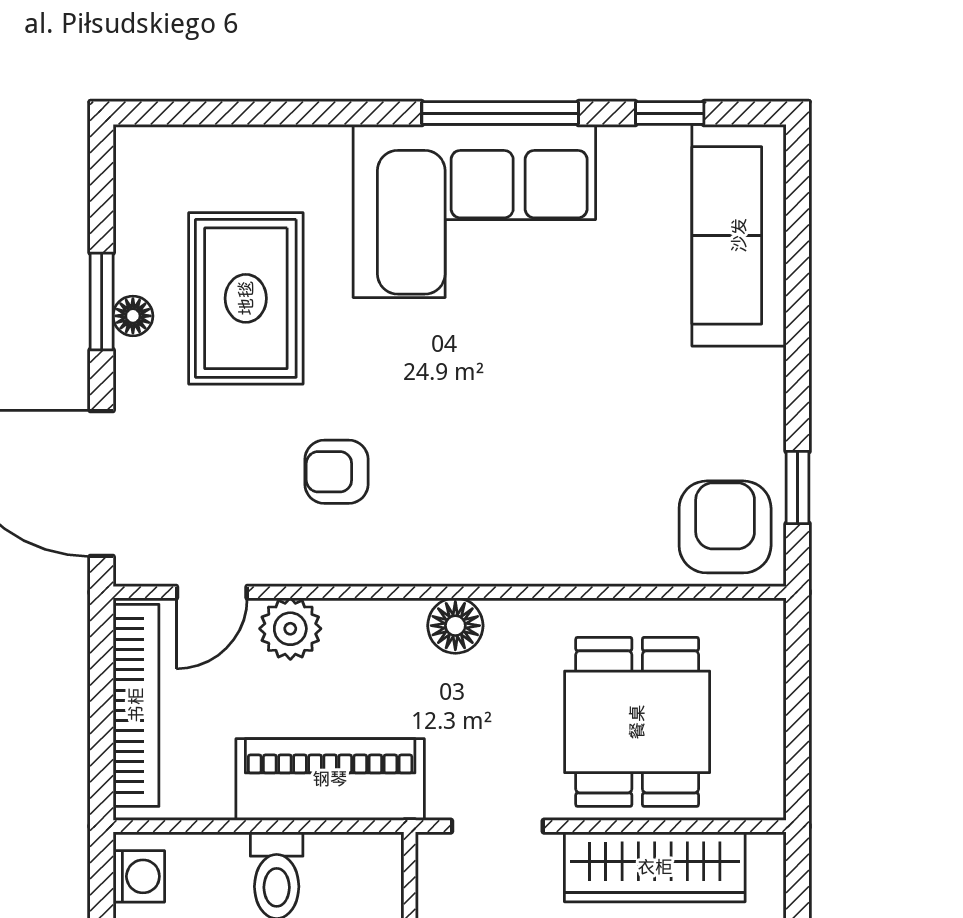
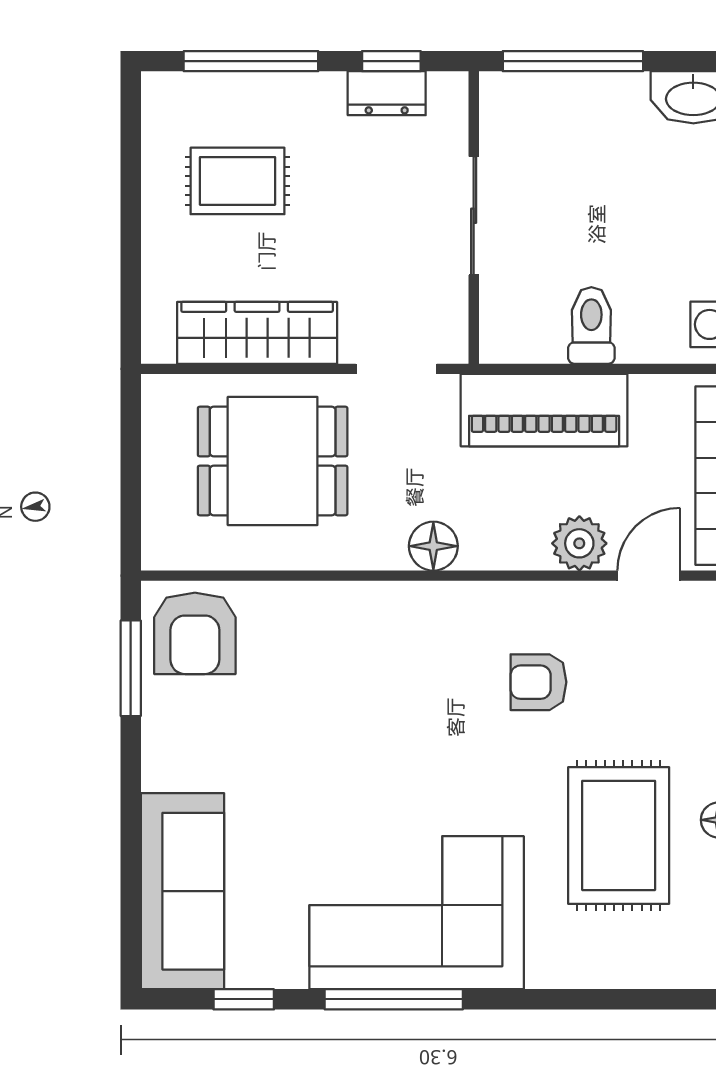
armchair: (337, 472) -> (538, 682), turned 180
window: (798, 487) -> (131, 668), width x1.50
dining table: (637, 722) -> (273, 461), turned 90

